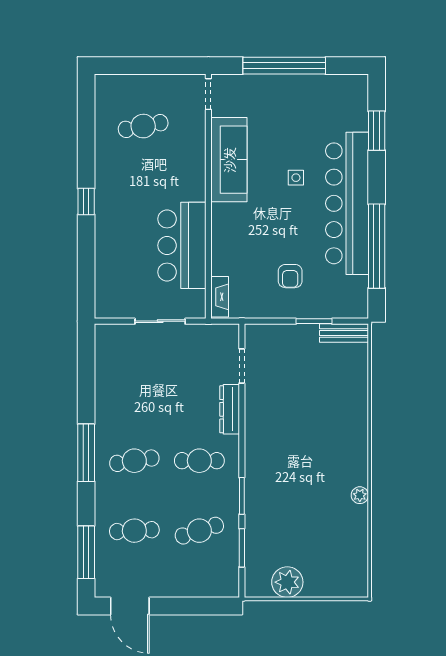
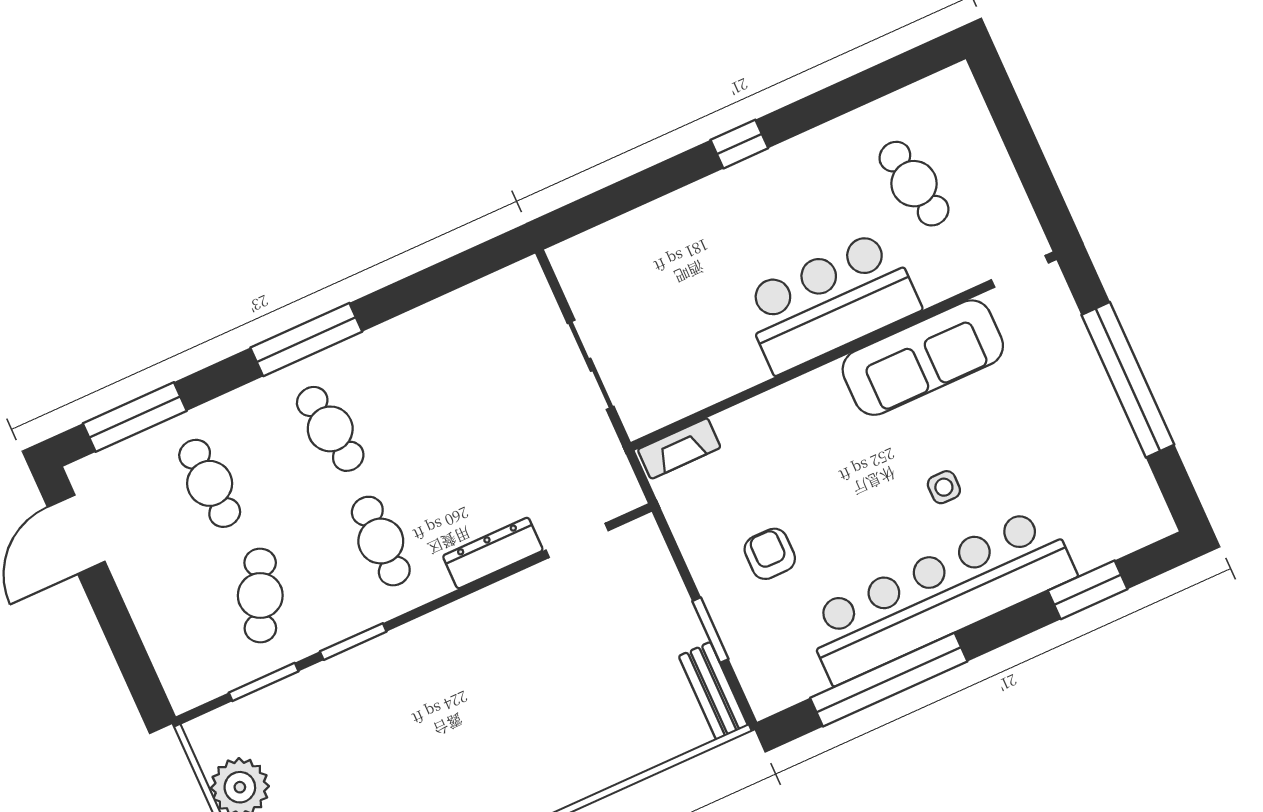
bar counter: (182, 245) -> (830, 302), moved
armchair: (290, 276) -> (770, 554), turned 90
cafe table: (199, 531) -> (260, 595), turned 42

